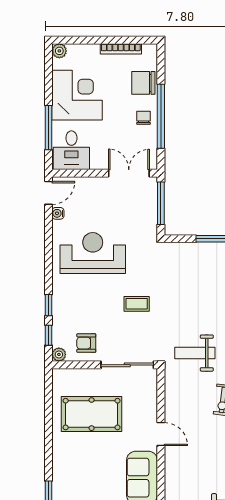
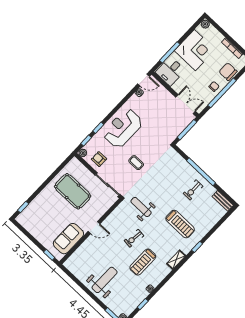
reception desk: (93, 253) -> (123, 128), moved, turned -90
door: (161, 434) -> (94, 228), hinge flipped

